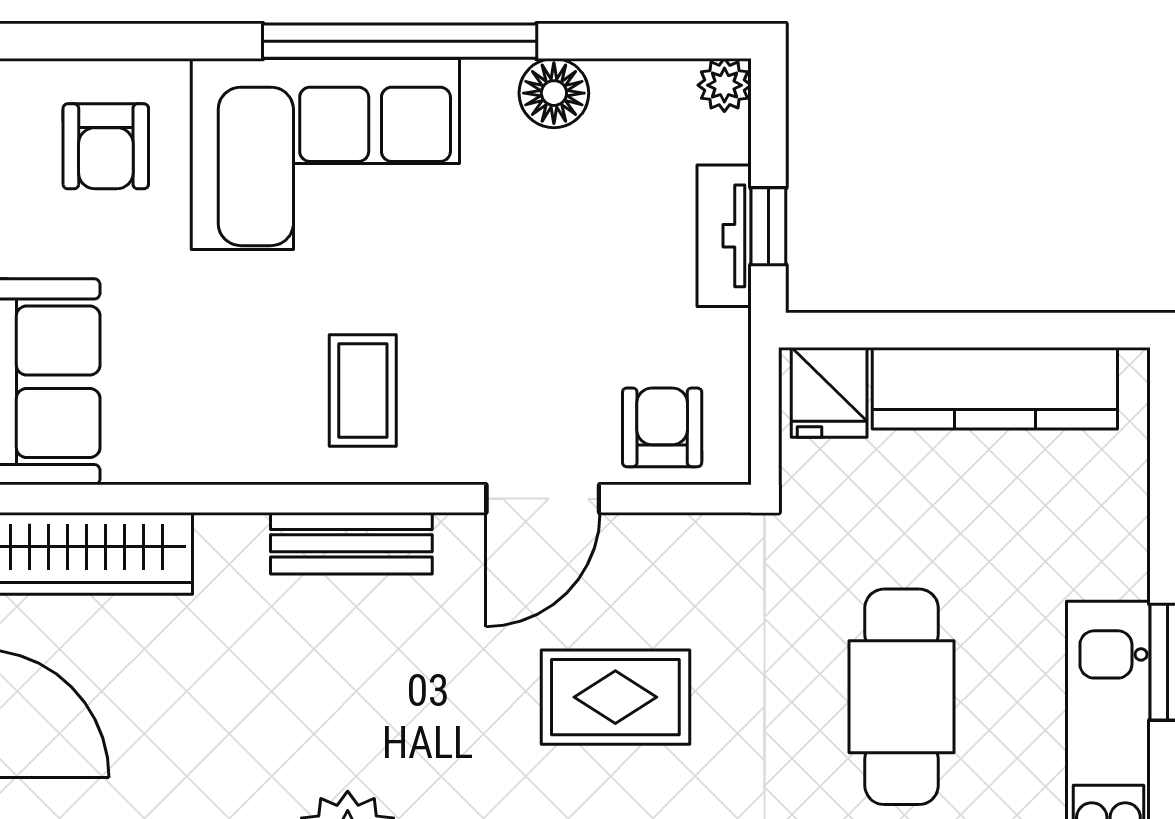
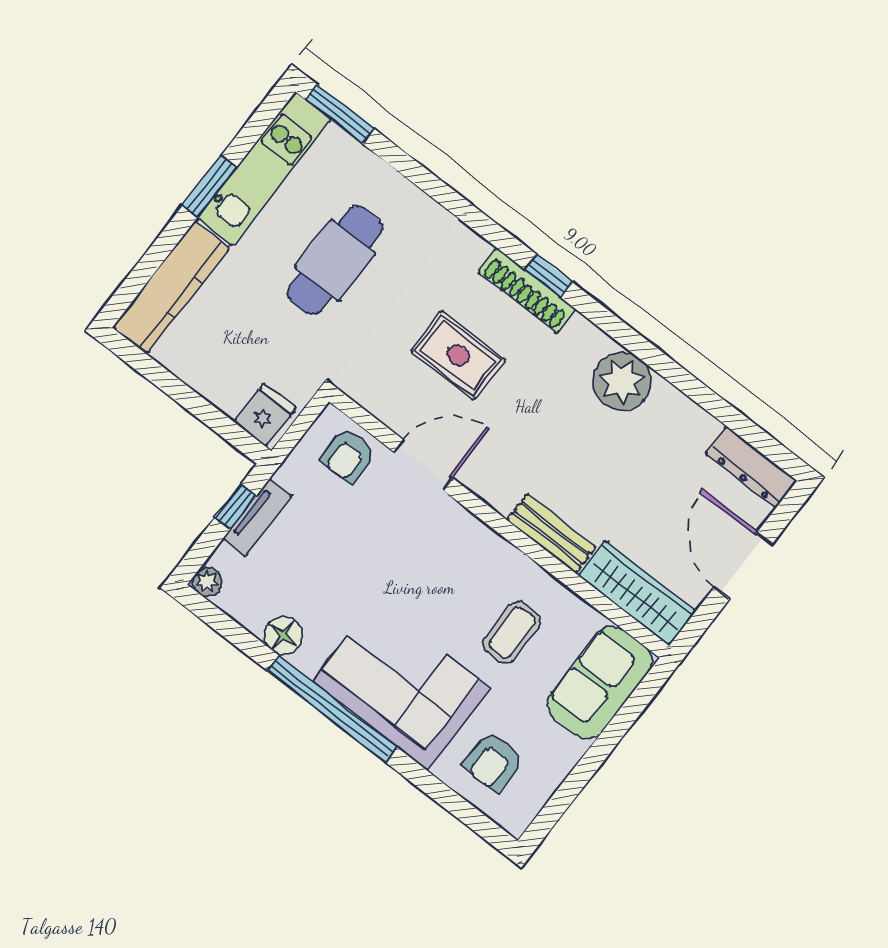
armchair: (106, 146) -> (493, 762), turned 180
kitchen counter: (995, 388) -> (171, 287), moved, turned 90
coffee table: (363, 391) -> (512, 632), moved
bench: (351, 543) -> (551, 534), moved

